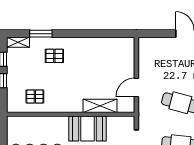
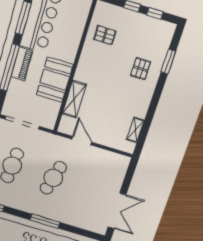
shelving: (18, 42) -> (135, 130), moved
pallet: (35, 96) -> (105, 35), turned 90

